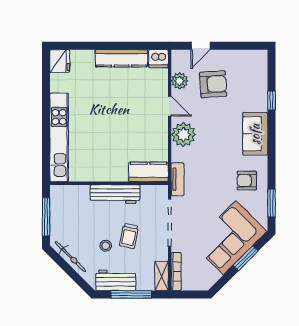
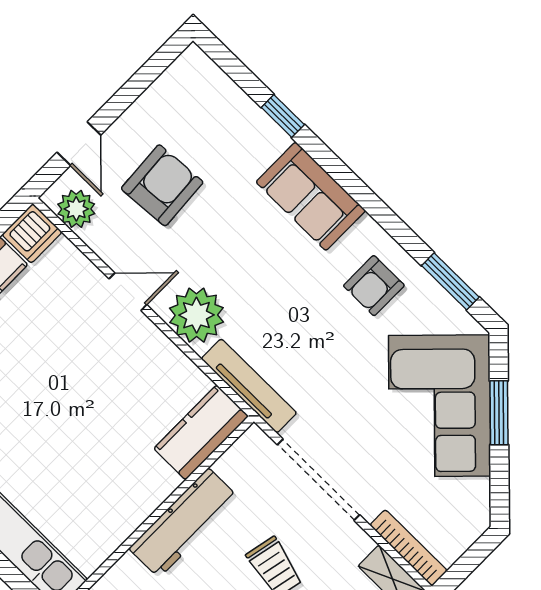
plant: (180, 81) -> (76, 209), moved
tv unit: (178, 179) -> (249, 386), width x1.41

